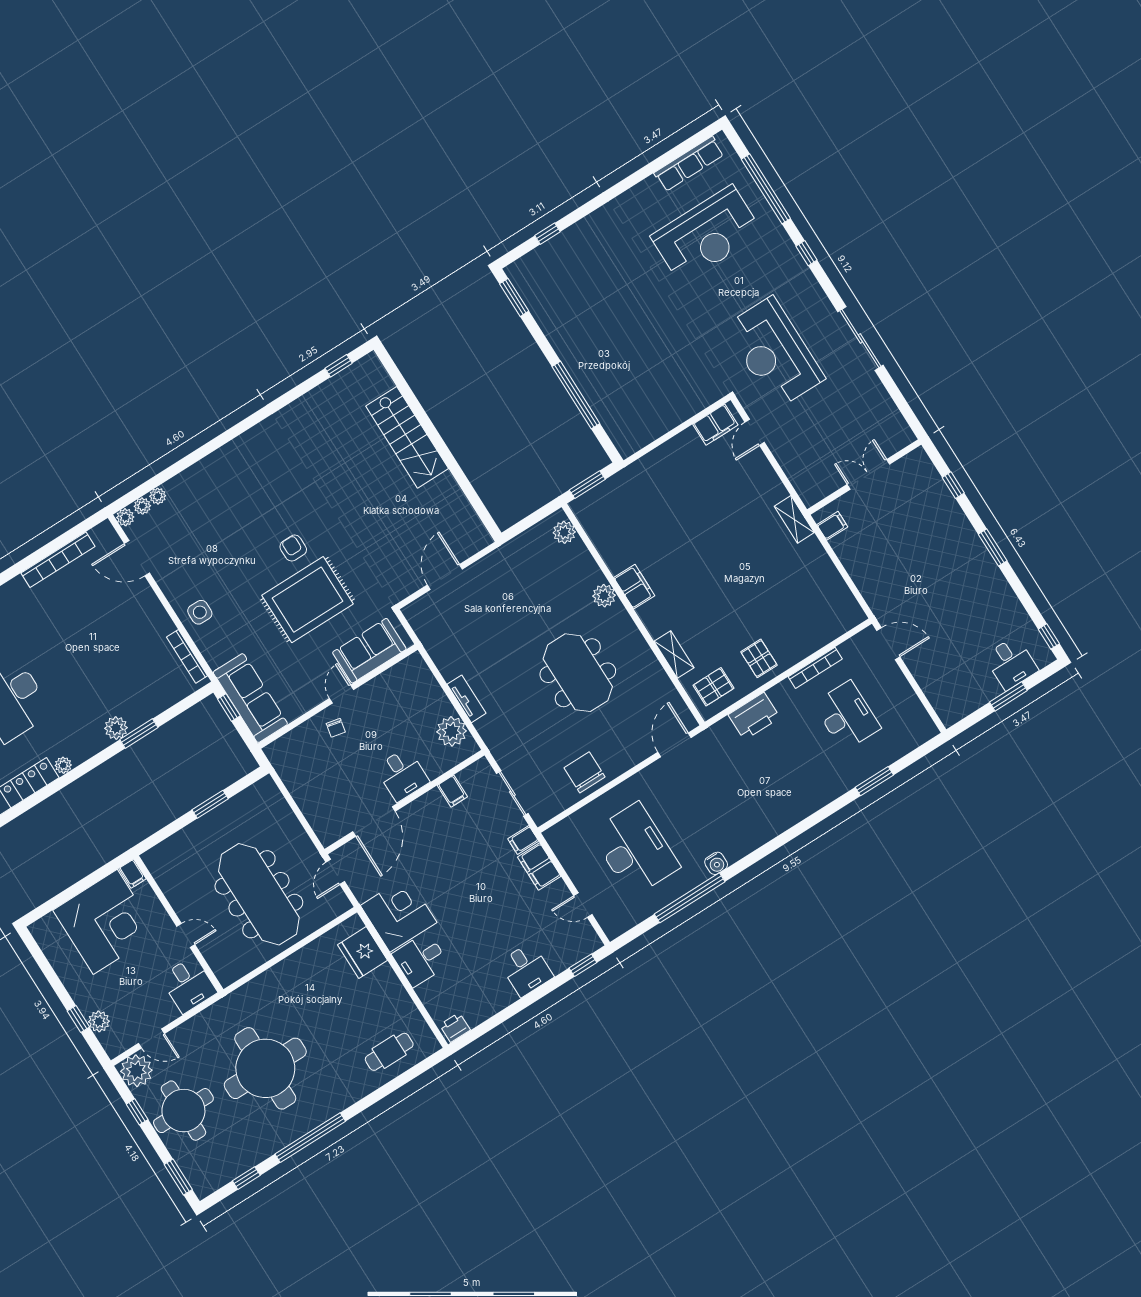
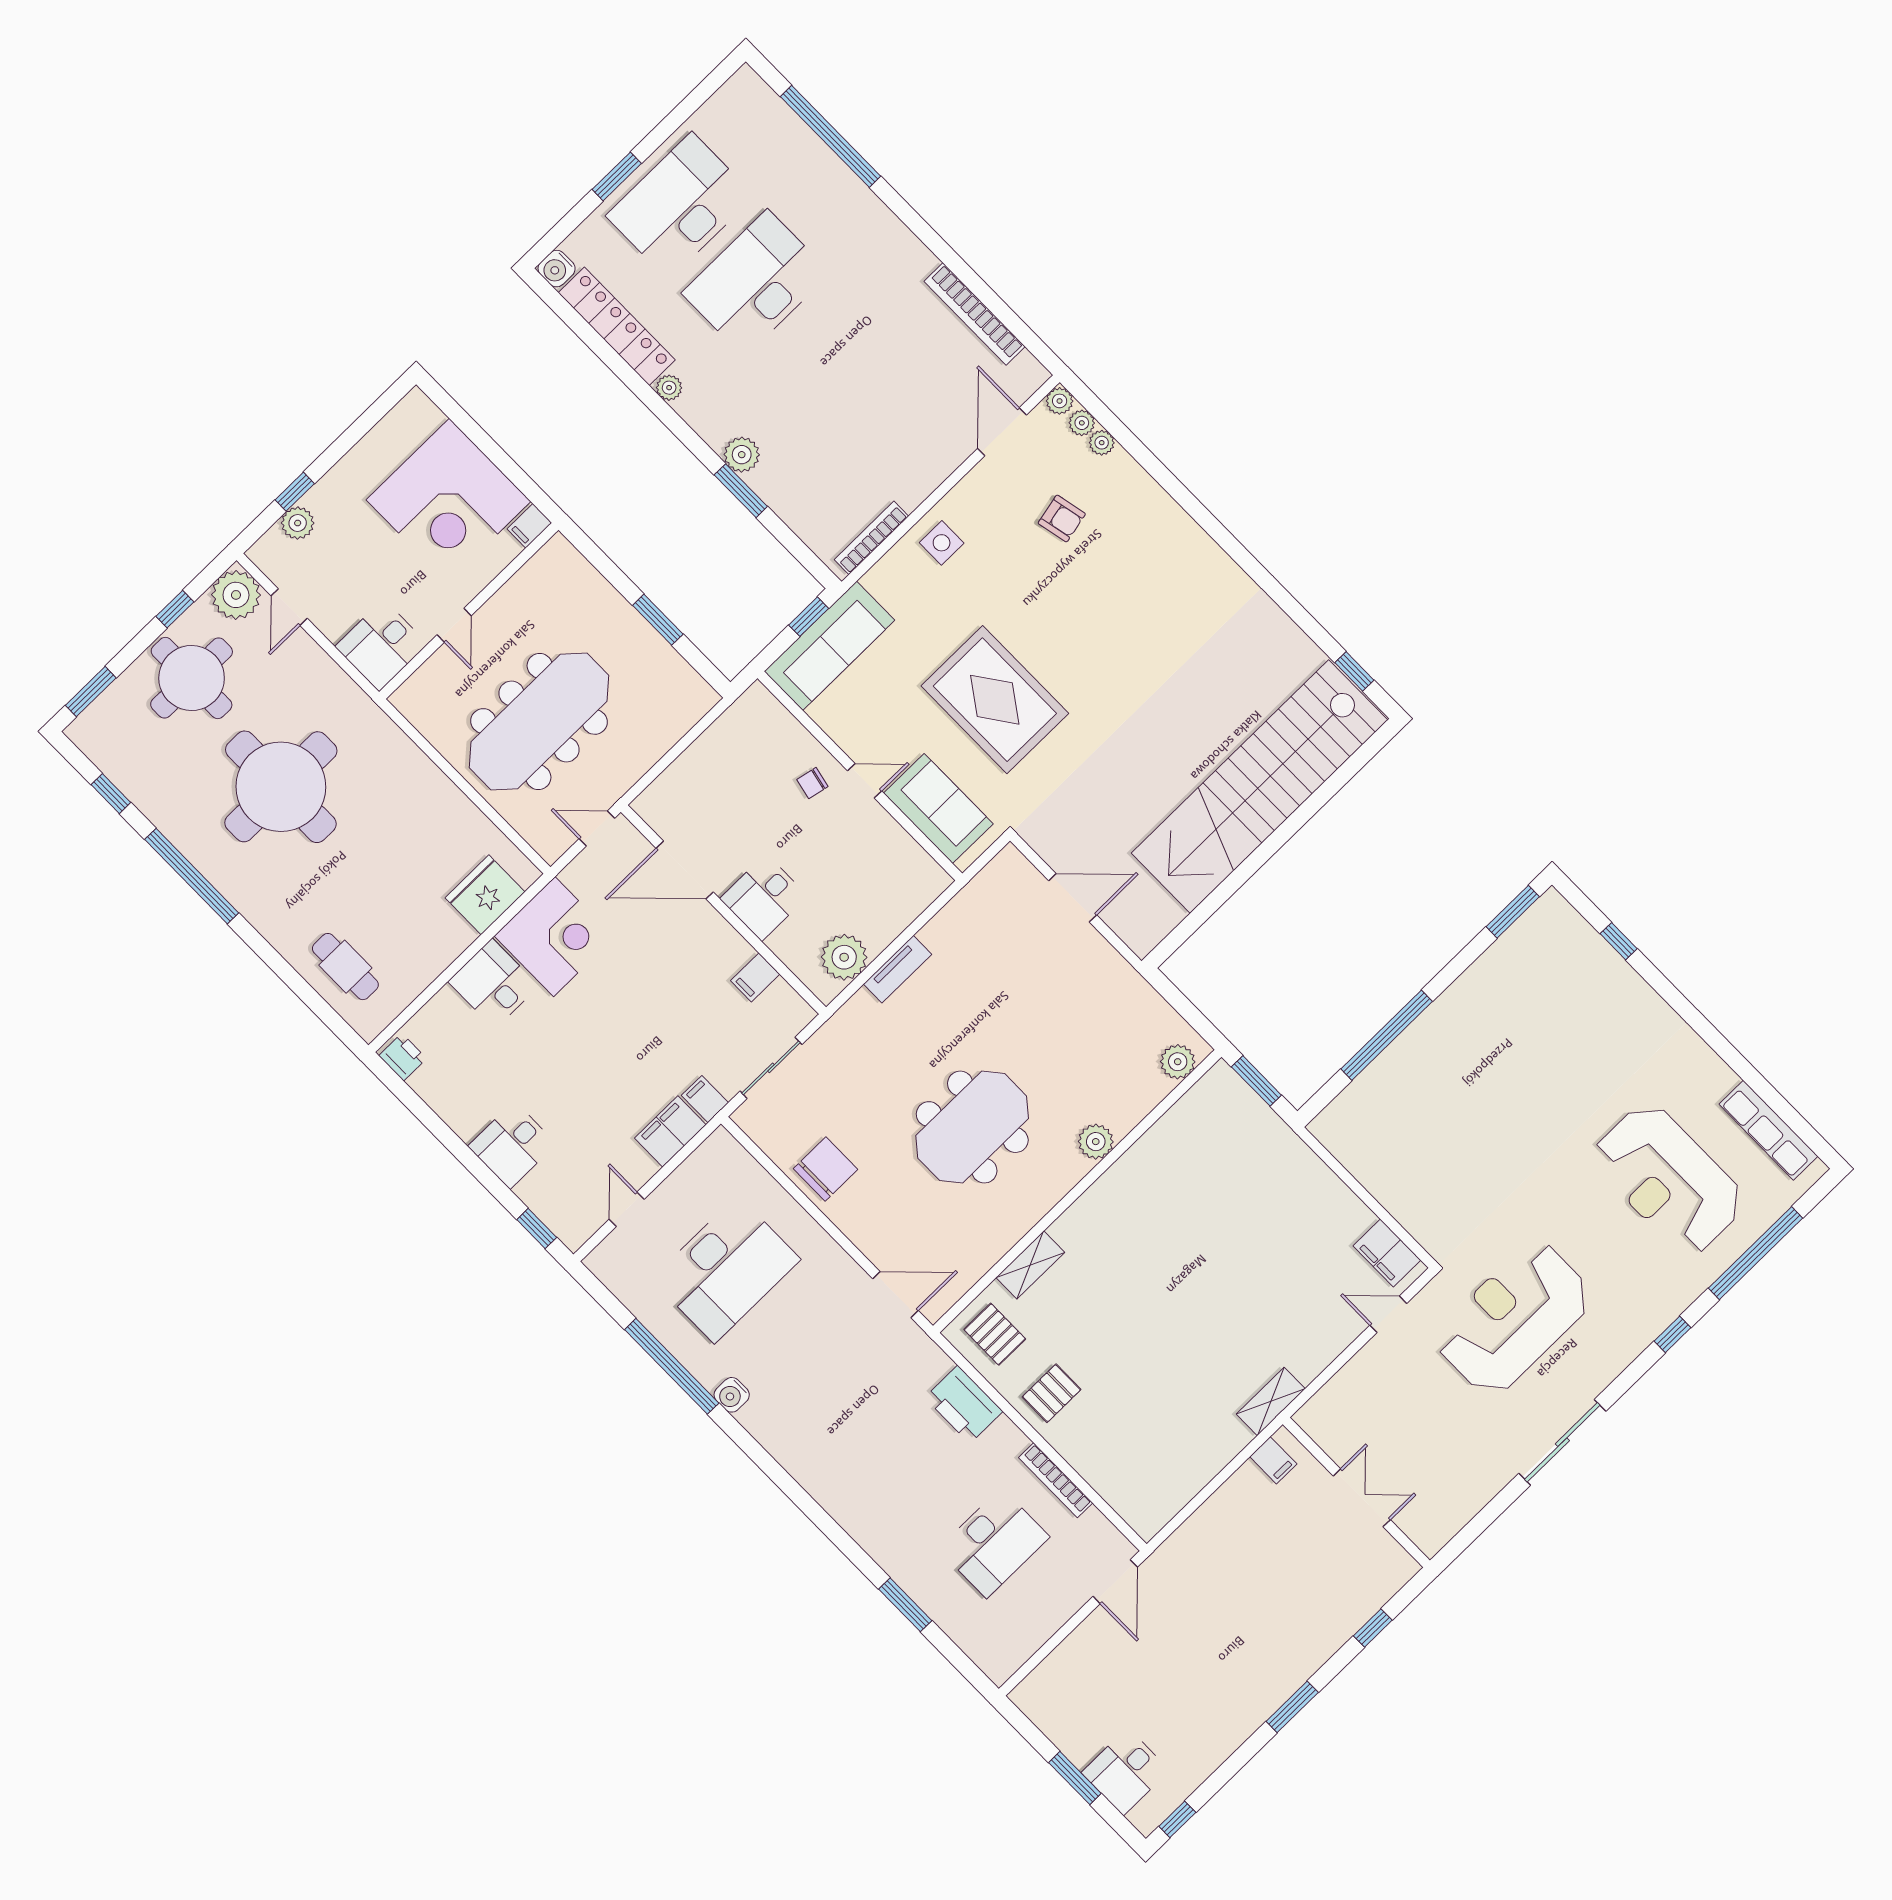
stairs: (407, 437) -> (1259, 786), width x1.86, depth x1.51
armchair: (293, 548) -> (1062, 518), moved, turned 78
filing cabinet: (634, 587) -> (1119, 1184), removed

